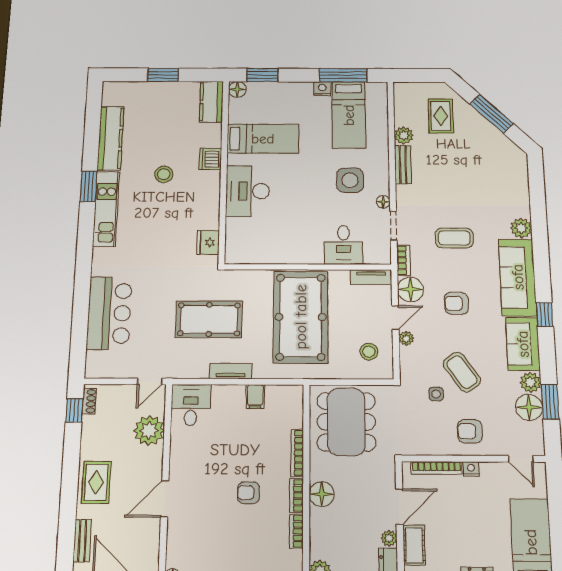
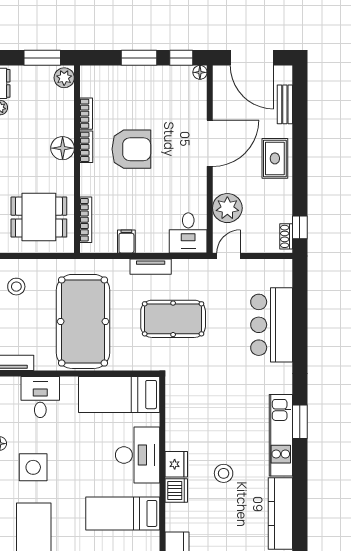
window: (89, 186) -> (300, 422), moved
fridge: (208, 243) -> (176, 464), moved
bed: (265, 247) -> (119, 395), added
dining table: (346, 422) -> (39, 217), width x0.73
bookcase: (297, 453) -> (86, 220), moved
armchair: (248, 493) -> (131, 149), width x1.88, depth x1.88
door: (165, 499) -> (210, 143), width x1.36

